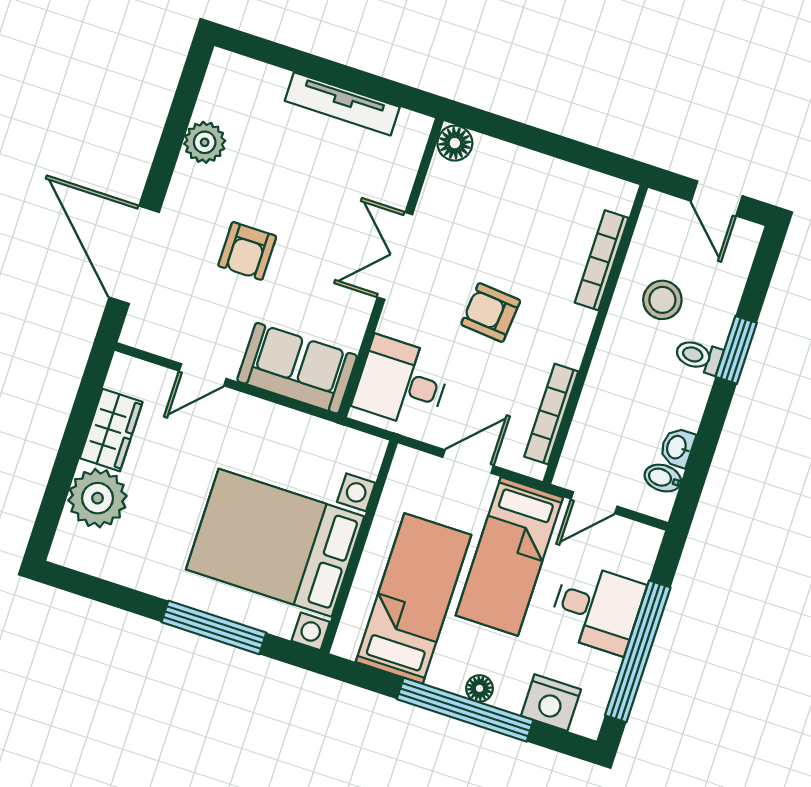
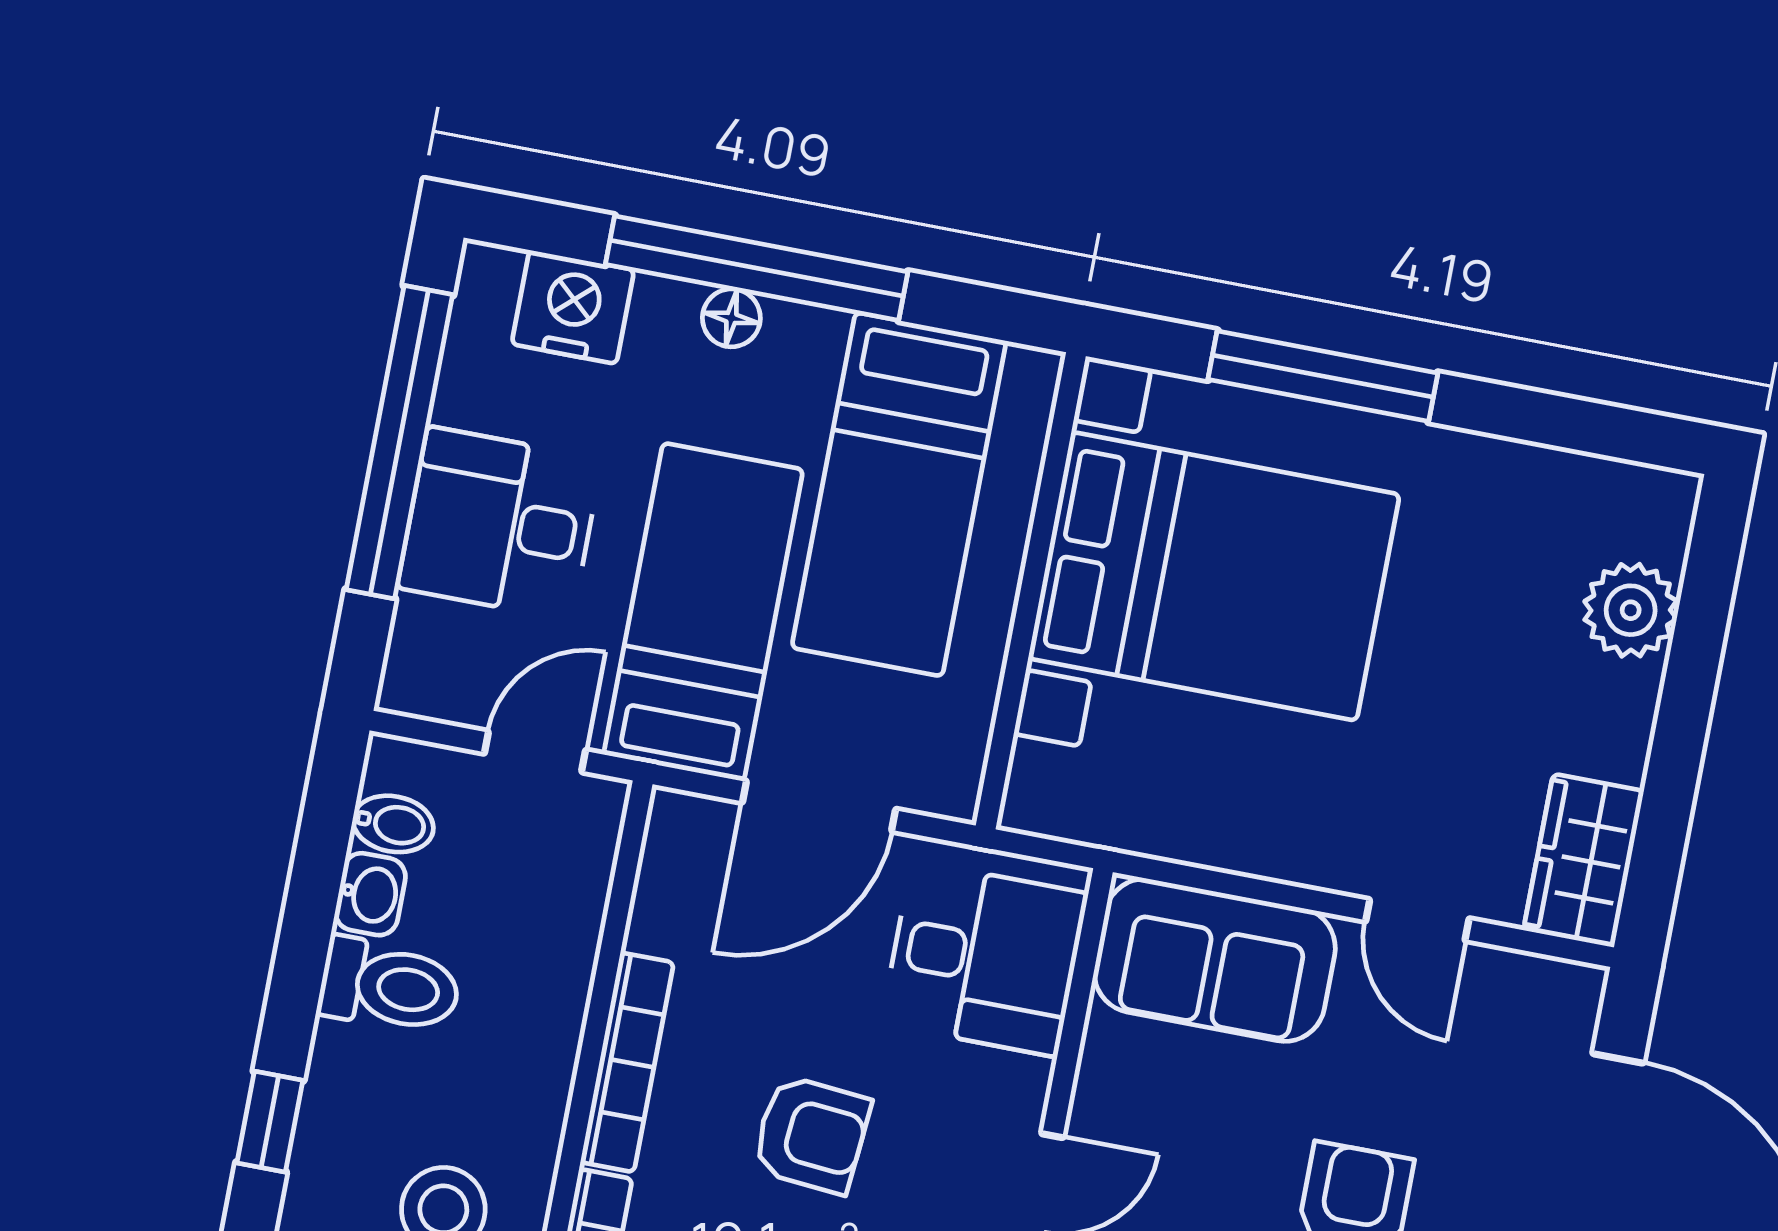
window: (736, 350) -> (270, 1122), width x0.67
toilet: (699, 356) -> (390, 986), moved, width x1.37, depth x1.39
door: (203, 375) -> (1417, 920), swing flipped
bookcase: (551, 414) -> (627, 1062), moved
wardrobe: (111, 430) -> (1584, 861), moved
door: (468, 461) -> (819, 806), width x1.38
plant: (98, 498) -> (1631, 610), width x0.73, depth x0.73

